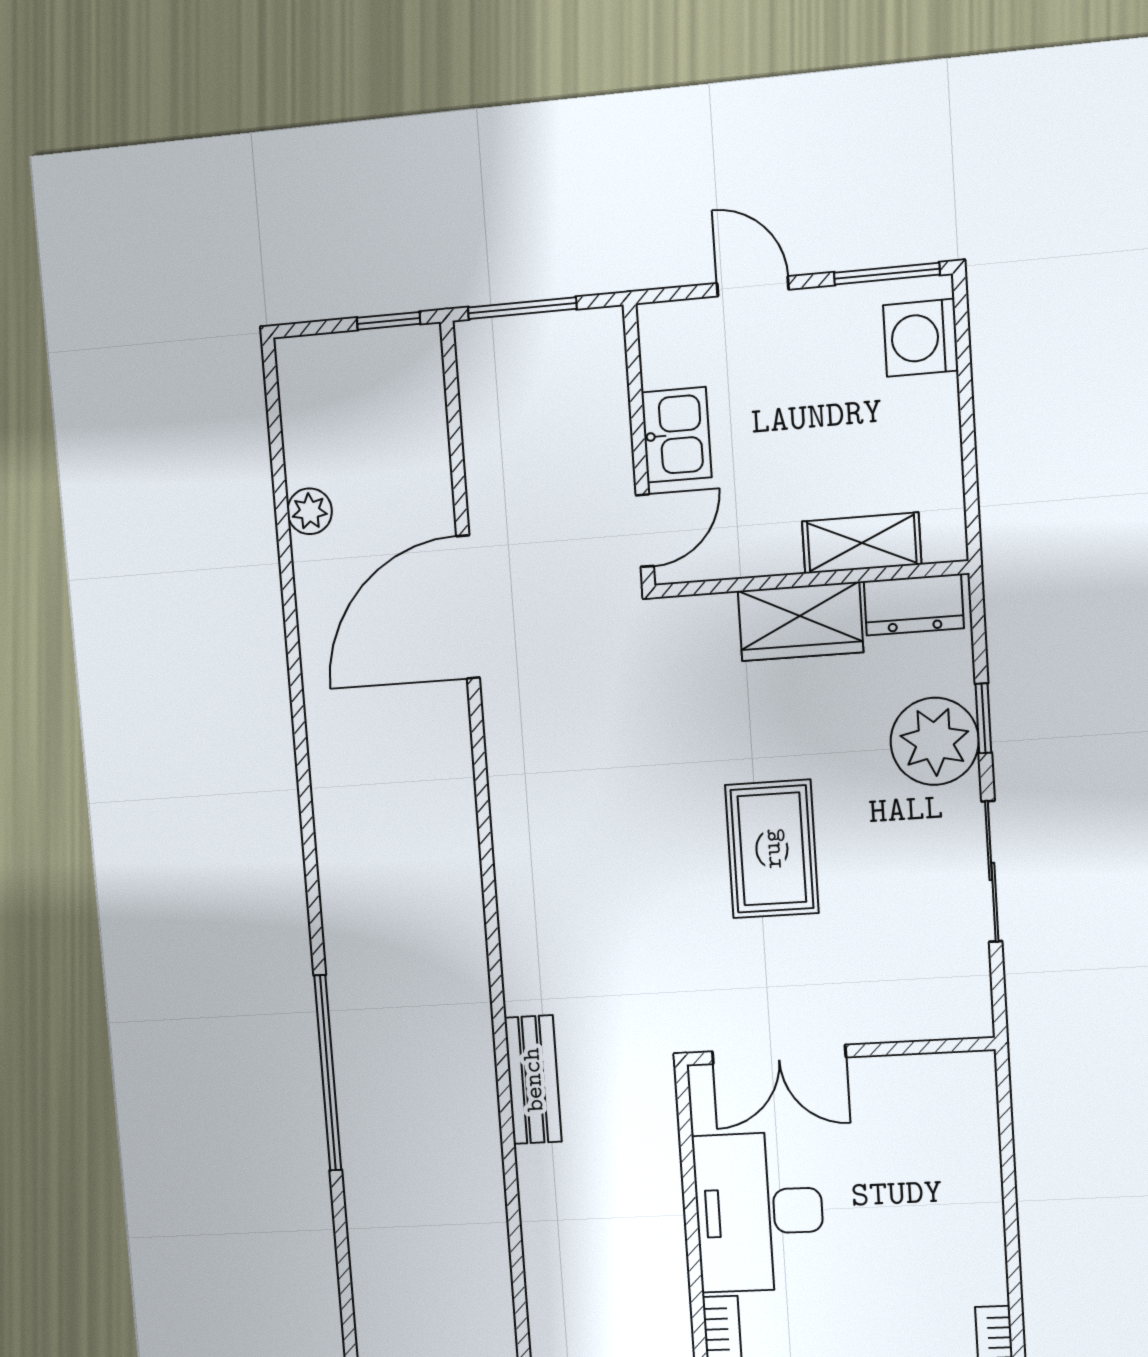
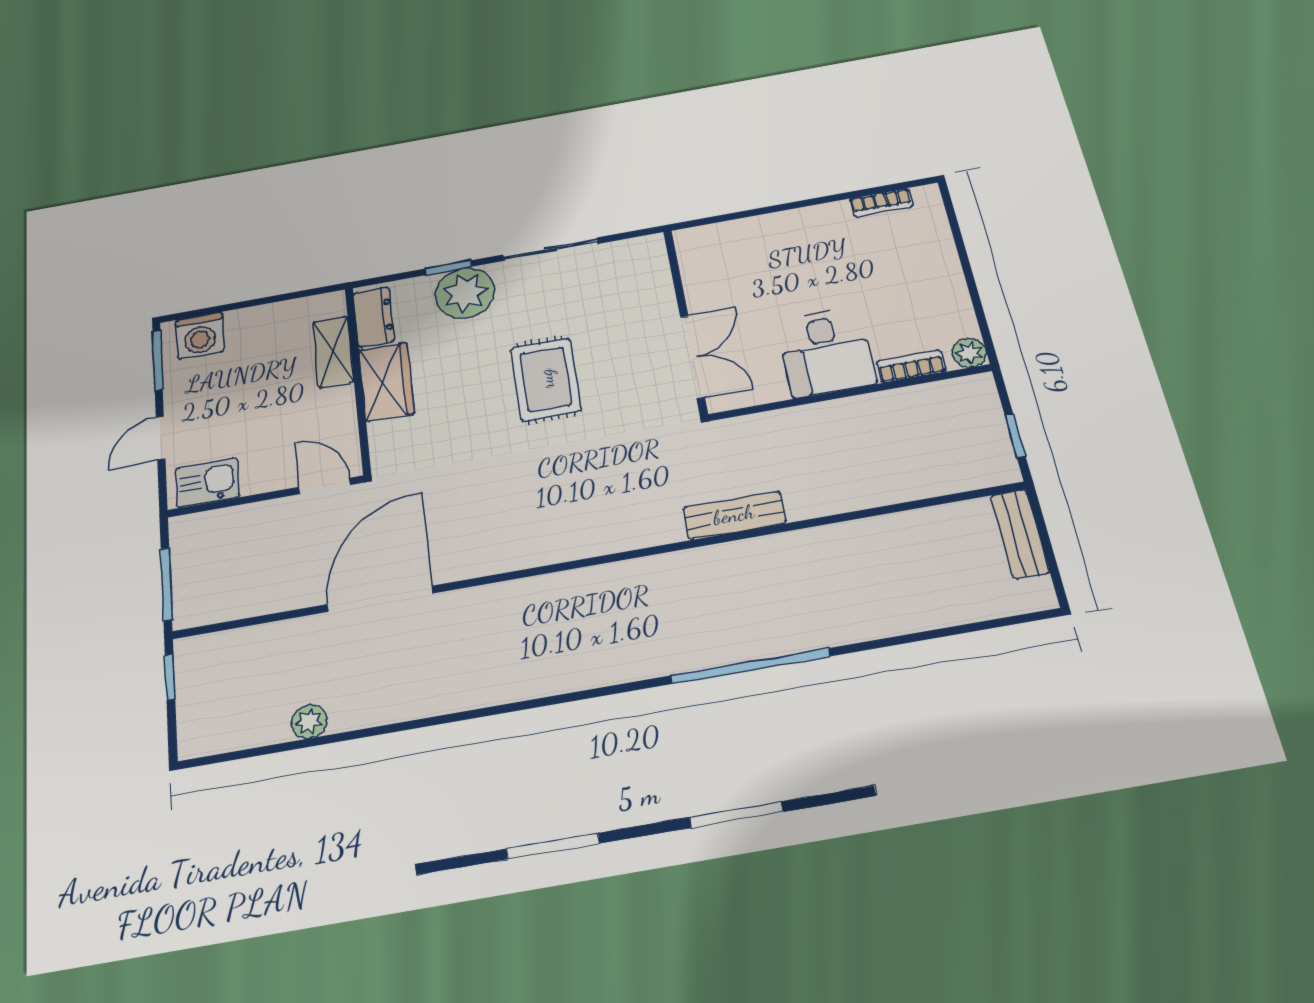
kitchen sink: (676, 435) -> (207, 483), moved
door: (468, 607) -> (380, 599), swing flipped
rug: (772, 849) -> (546, 379), turned 90
desk: (759, 1212) -> (826, 352), width x0.73

